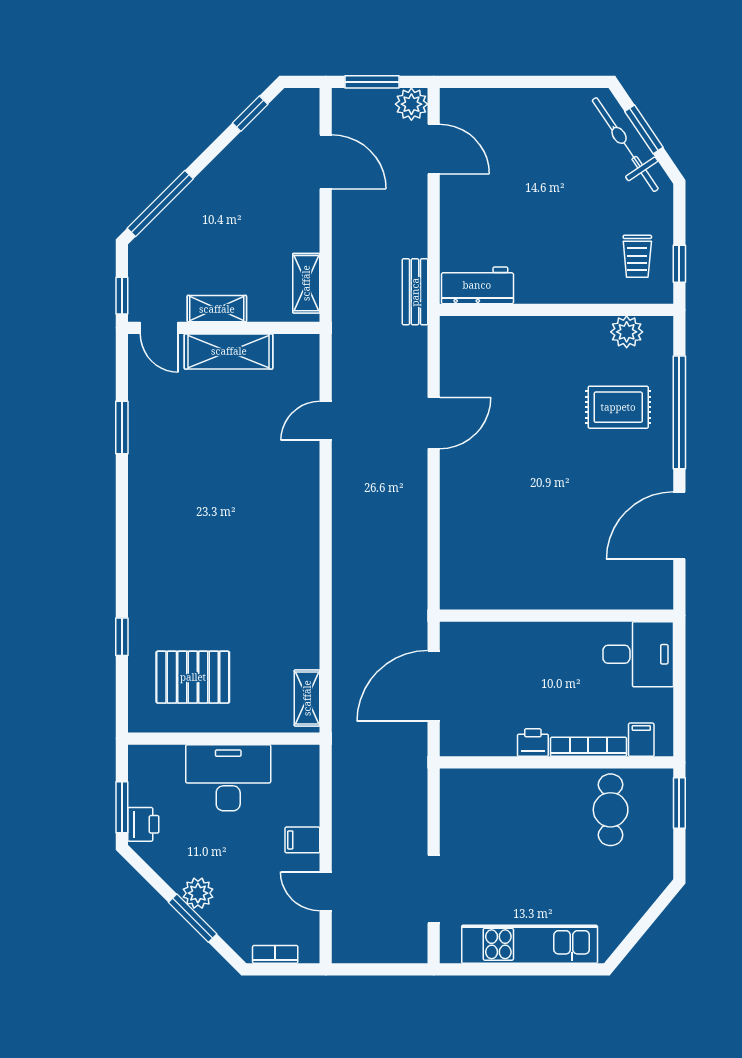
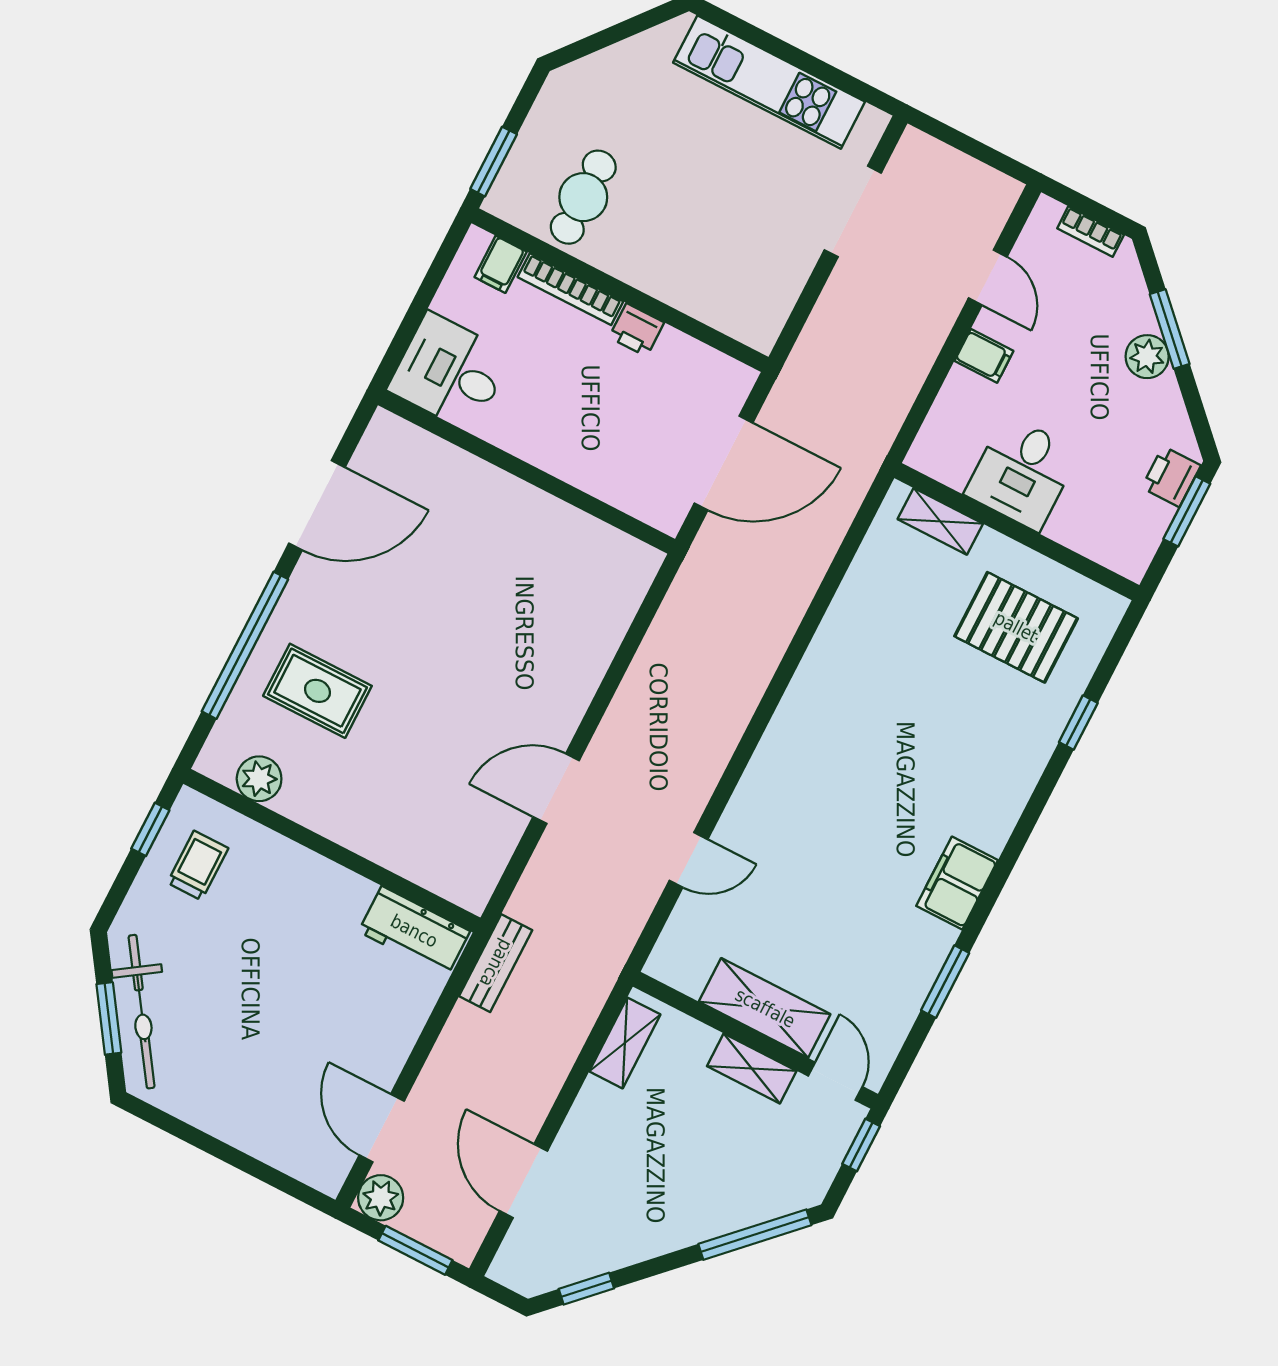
filing cabinet: (147, 494) -> (957, 883), added
shelving: (307, 698) -> (940, 521), moved, turned 90
desk: (228, 778) -> (1022, 473), width x0.73

